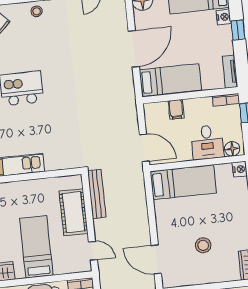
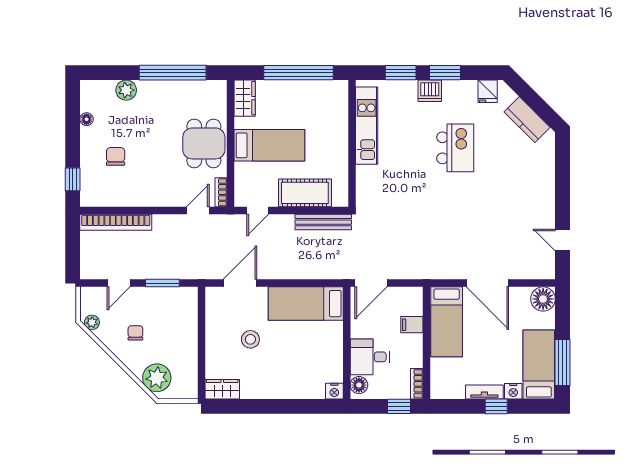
stool: (37, 11) -> (543, 175), removed
tv unit: (230, 72) -> (484, 392), moved
bed: (183, 182) -> (306, 304), moved, turned 90

